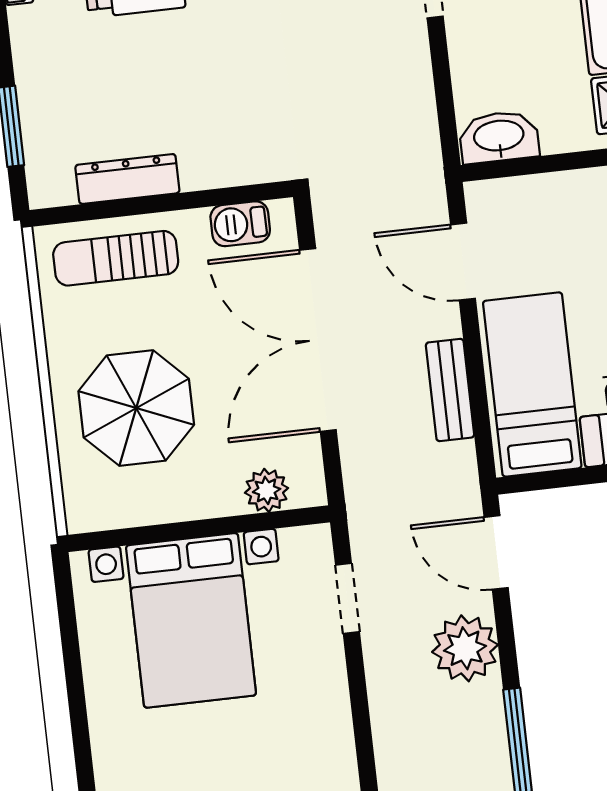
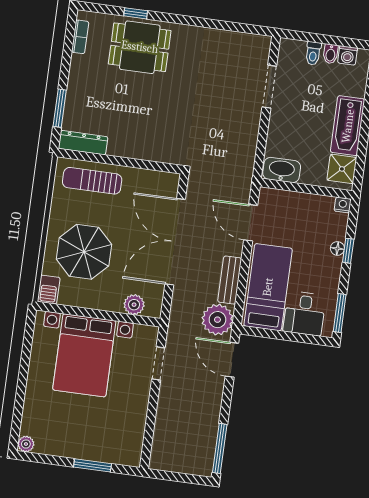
dresser: (127, 179) -> (83, 143), moved
barbecue: (240, 224) -> (49, 290), moved, turned -90
plant: (465, 648) -> (217, 320), moved

